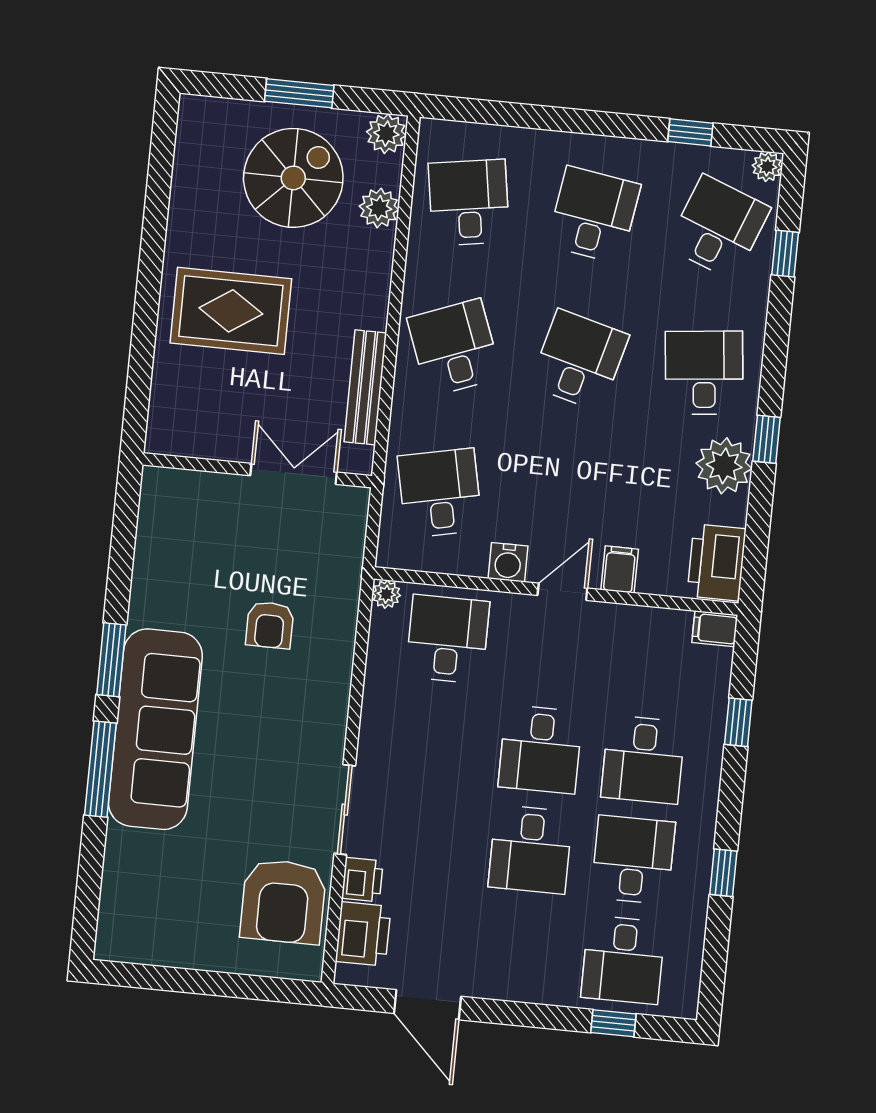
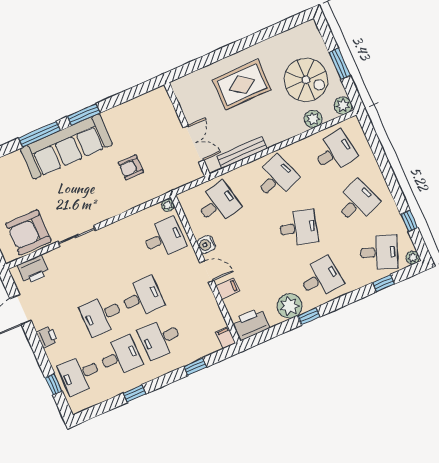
desk: (594, 215) -> (357, 202), turned -30
rug: (231, 311) -> (242, 85), turned 90
desk: (540, 749) -> (142, 297), turned 180
printer: (362, 880) -> (47, 337), moved, turned -90

